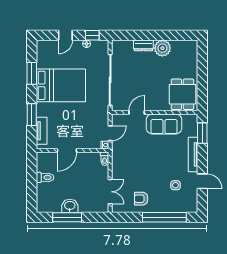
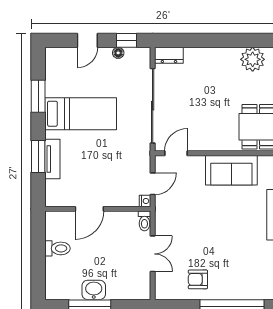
dresser: (143, 45) -> (169, 55), moved
plant: (162, 48) -> (253, 59), moved
bed: (61, 85) -> (81, 114), width x0.67
door: (137, 112) -> (176, 153), moved
tv unit: (42, 131) -> (52, 159), moved
side table: (175, 185) -> (248, 260), removed
double door: (110, 192) -> (153, 254), moved

